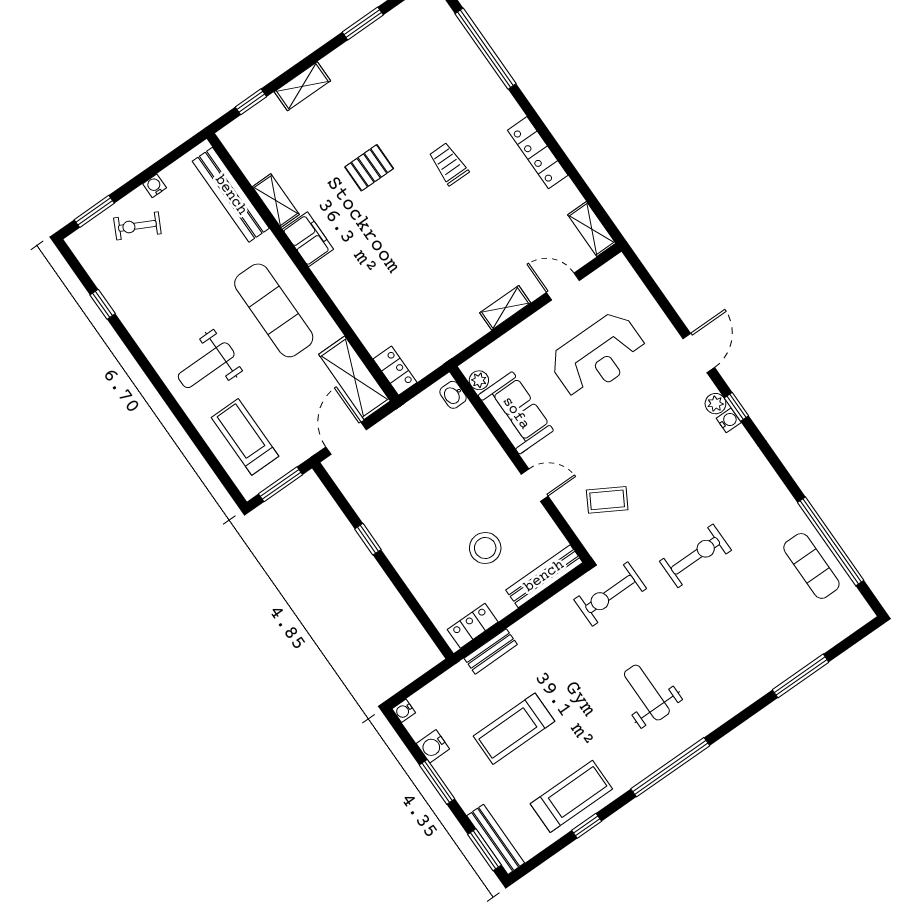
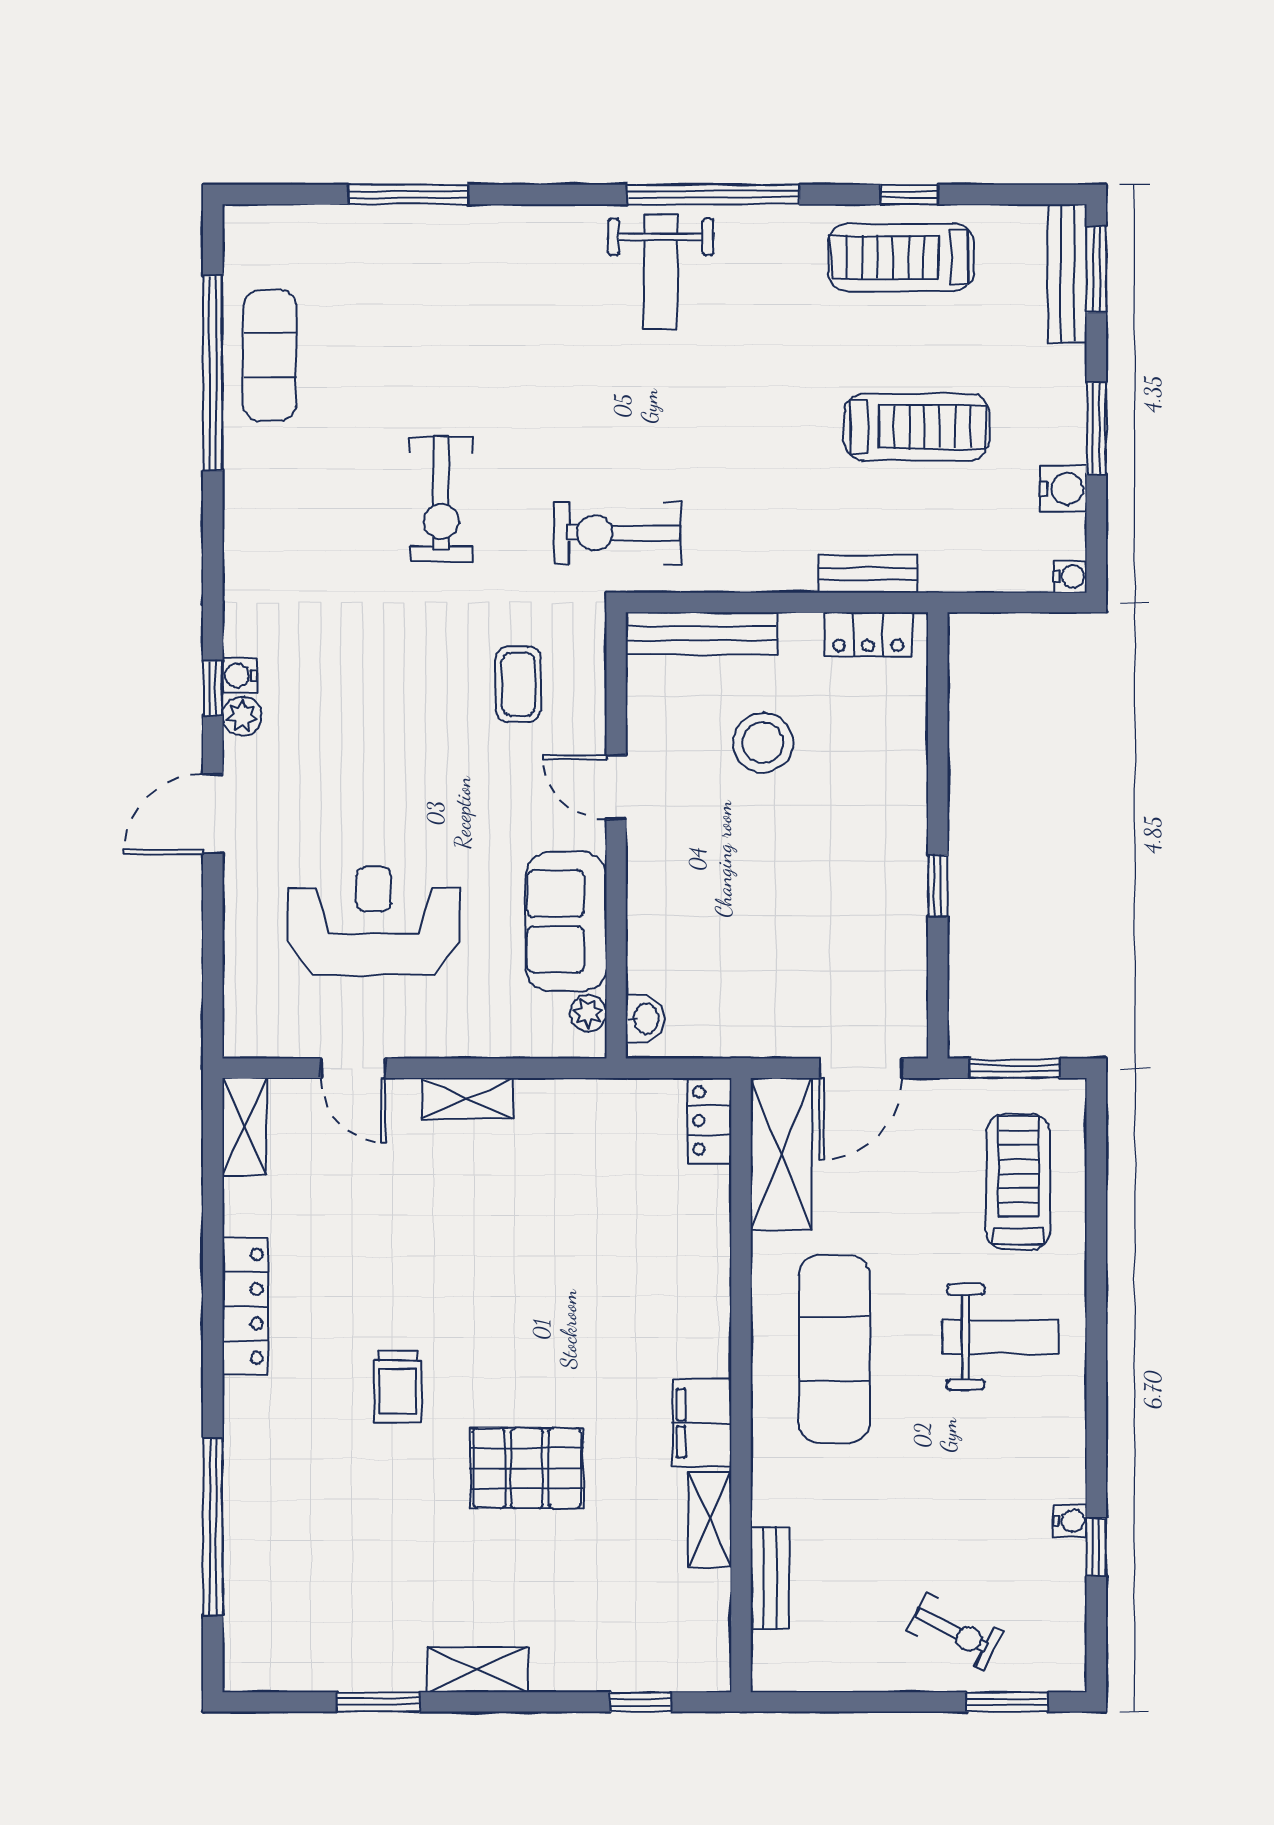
shelving: (302, 86) -> (477, 1670), moved
pallet: (369, 168) -> (527, 1468), width x1.50, depth x1.42
water cooler: (155, 186) -> (1070, 1521), moved, turned -90
bench: (231, 195) -> (770, 1578), width x0.54, depth x0.82
treadmill: (245, 437) -> (1018, 1182), turned 180
coffee table: (607, 500) -> (518, 684), turned 60
exercise bike: (696, 556) -> (441, 499), turned -90
exercise bike: (610, 594) -> (617, 533), turned 180
weight bench: (647, 693) -> (661, 271), moved

